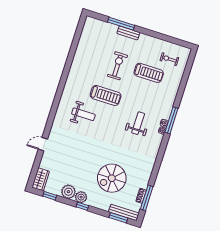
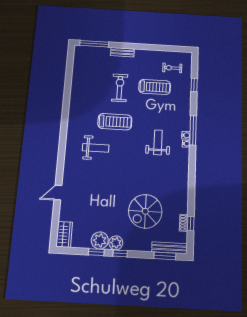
window: (121, 24) -> (94, 44), moved
window: (184, 80) -> (194, 85), added
window: (50, 196) -> (96, 252), moved
window: (147, 198) -> (191, 223), width x0.46

